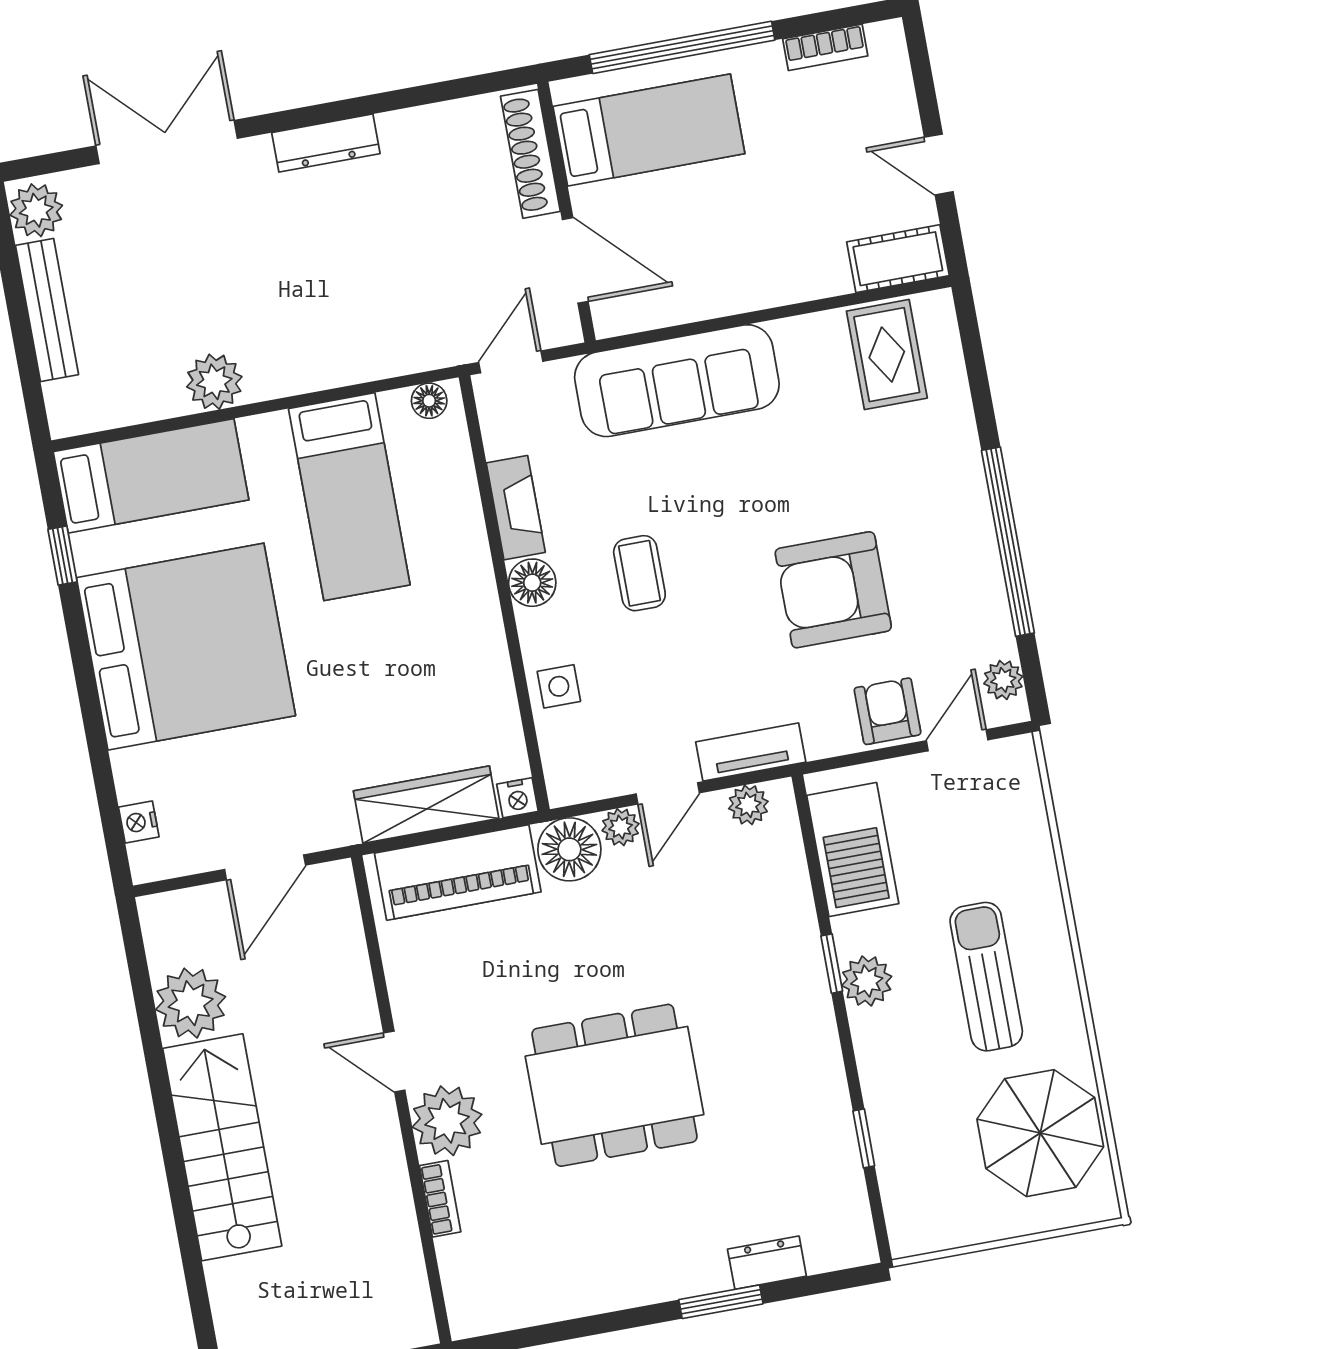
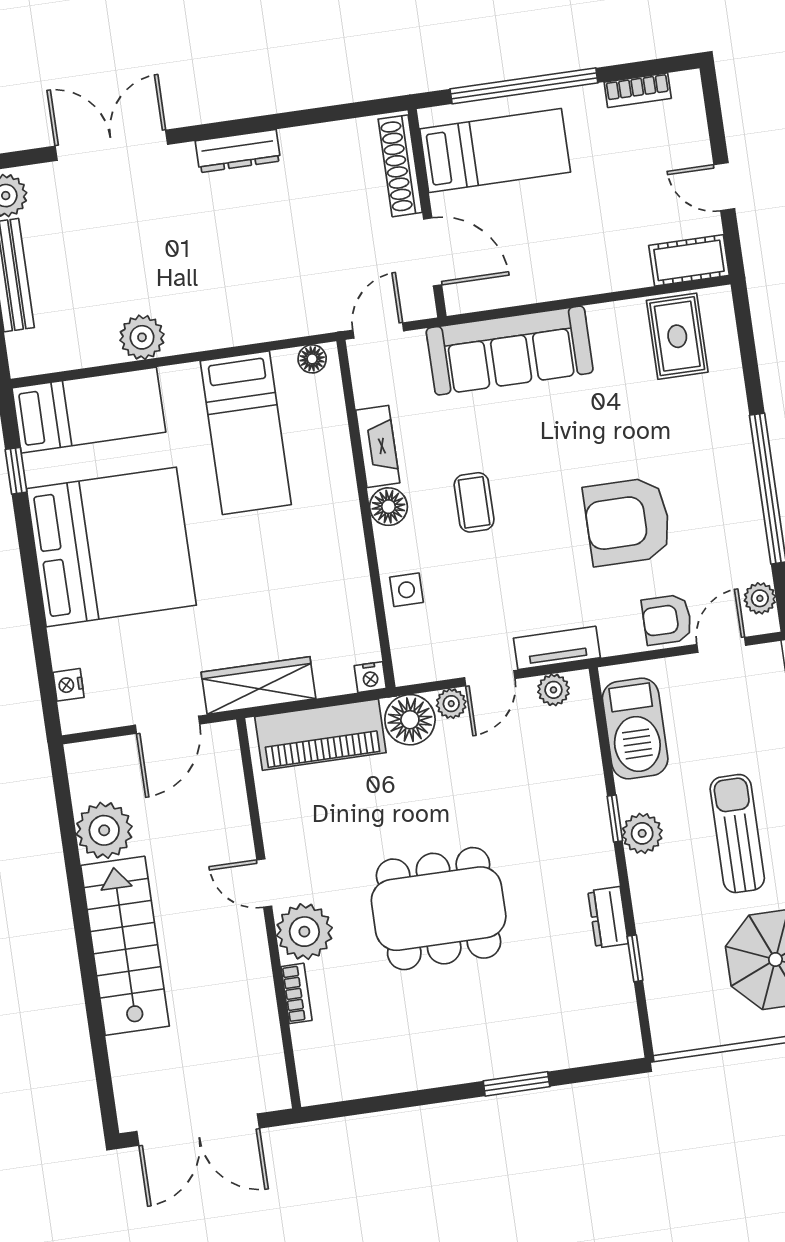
armchair: (888, 711) -> (667, 620), turned -90
wardrobe: (426, 805) -> (258, 685), moved
dresser: (767, 1263) -> (608, 917), moved, turned -90

